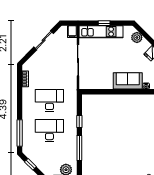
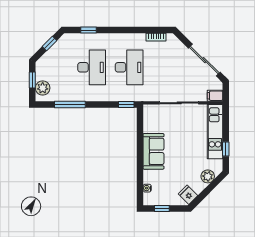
window: (104, 23) -> (226, 149), moved
sliding door: (44, 40) -> (204, 60), width x1.37
sofa: (128, 81) -> (153, 151), moved
window: (79, 121) -> (126, 105), moved
window: (20, 133) -> (88, 30), width x0.46

